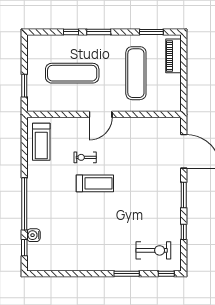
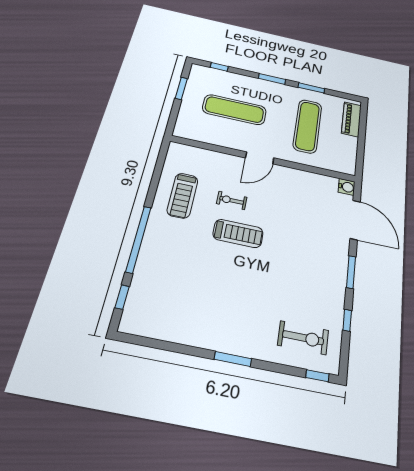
window: (71, 32) -> (219, 67), moved
window: (151, 32) -> (311, 88), moved
window: (24, 86) -> (181, 88), moved
treadmill: (41, 142) -> (183, 196), moved
water cooler: (34, 235) -> (347, 187), moved, turned 180
window: (127, 274) -> (233, 359), moved

